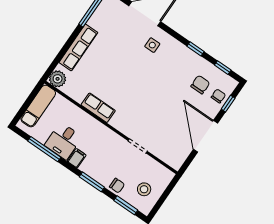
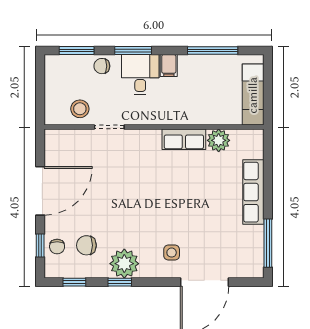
plant: (185, 58) -> (124, 264), added
plant: (58, 79) -> (219, 140), moved
chair: (200, 85) -> (86, 245), turned 90
door: (206, 136) -> (40, 191), hinge flipped
desk: (63, 141) -> (140, 75), moved
stool: (144, 189) -> (80, 109), moved

